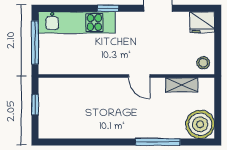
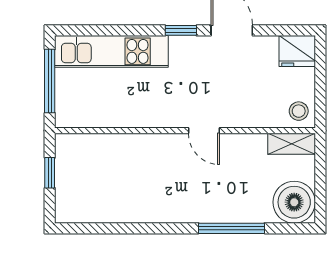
window: (108, 8) -> (181, 30), moved
shelving: (182, 85) -> (292, 144), moved

